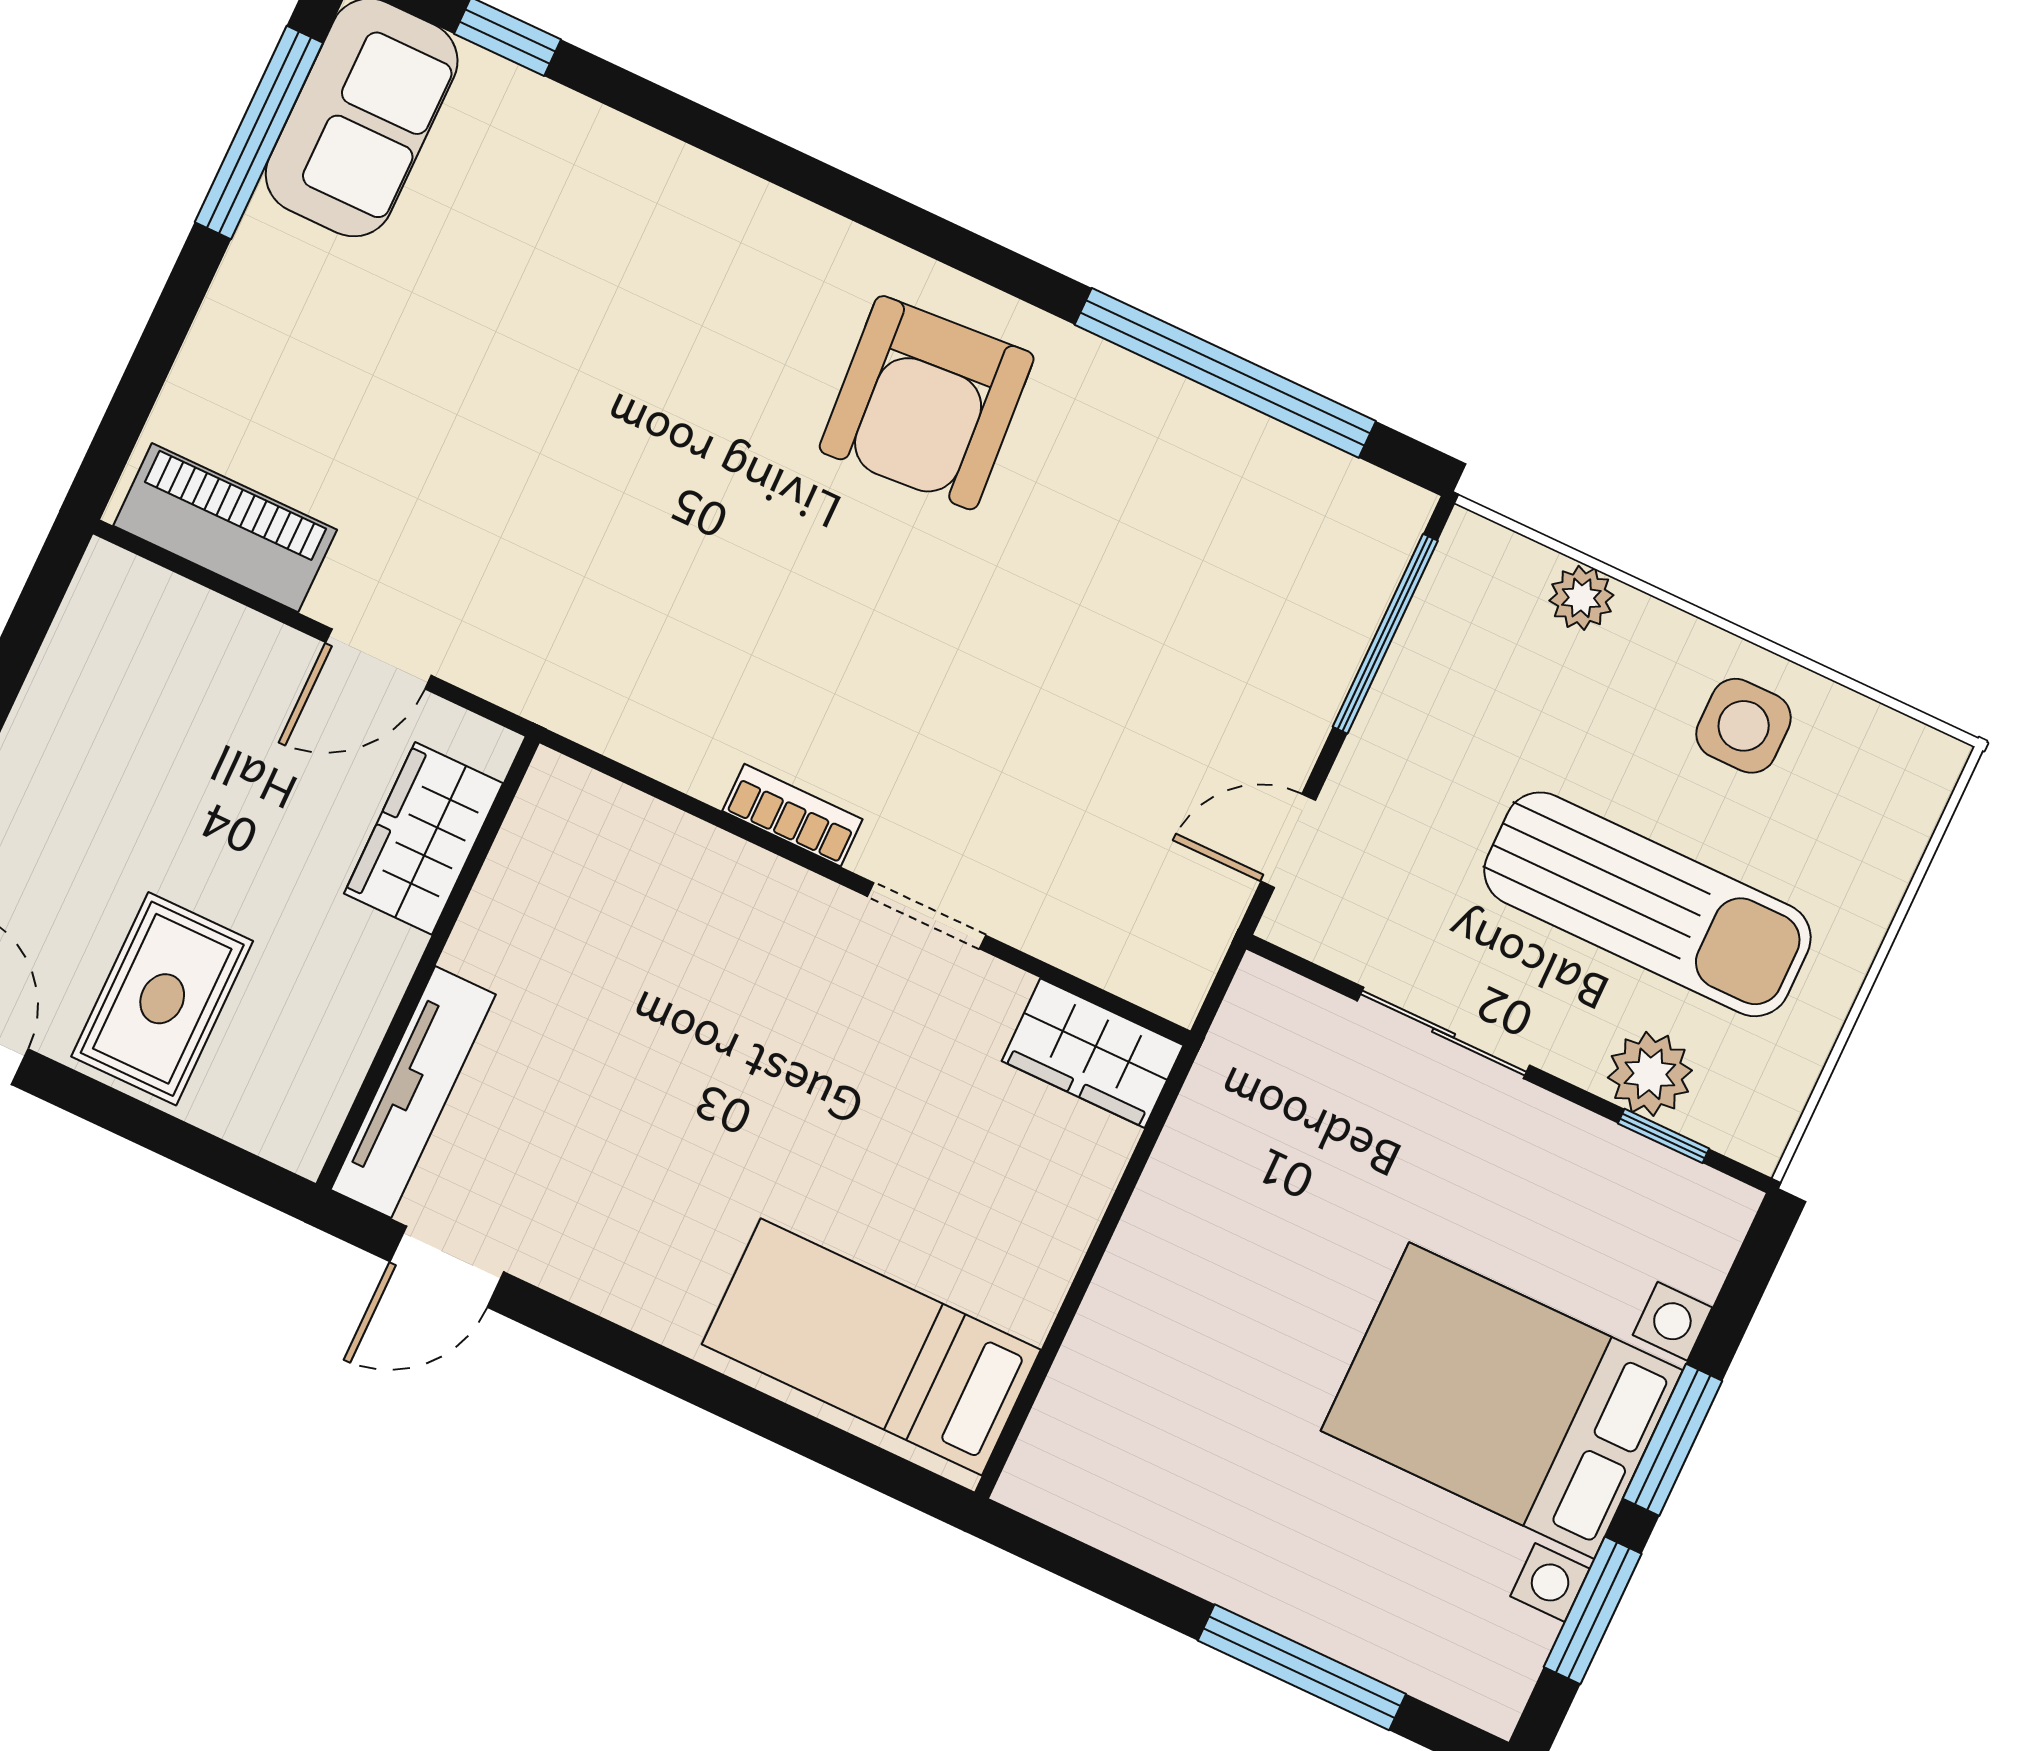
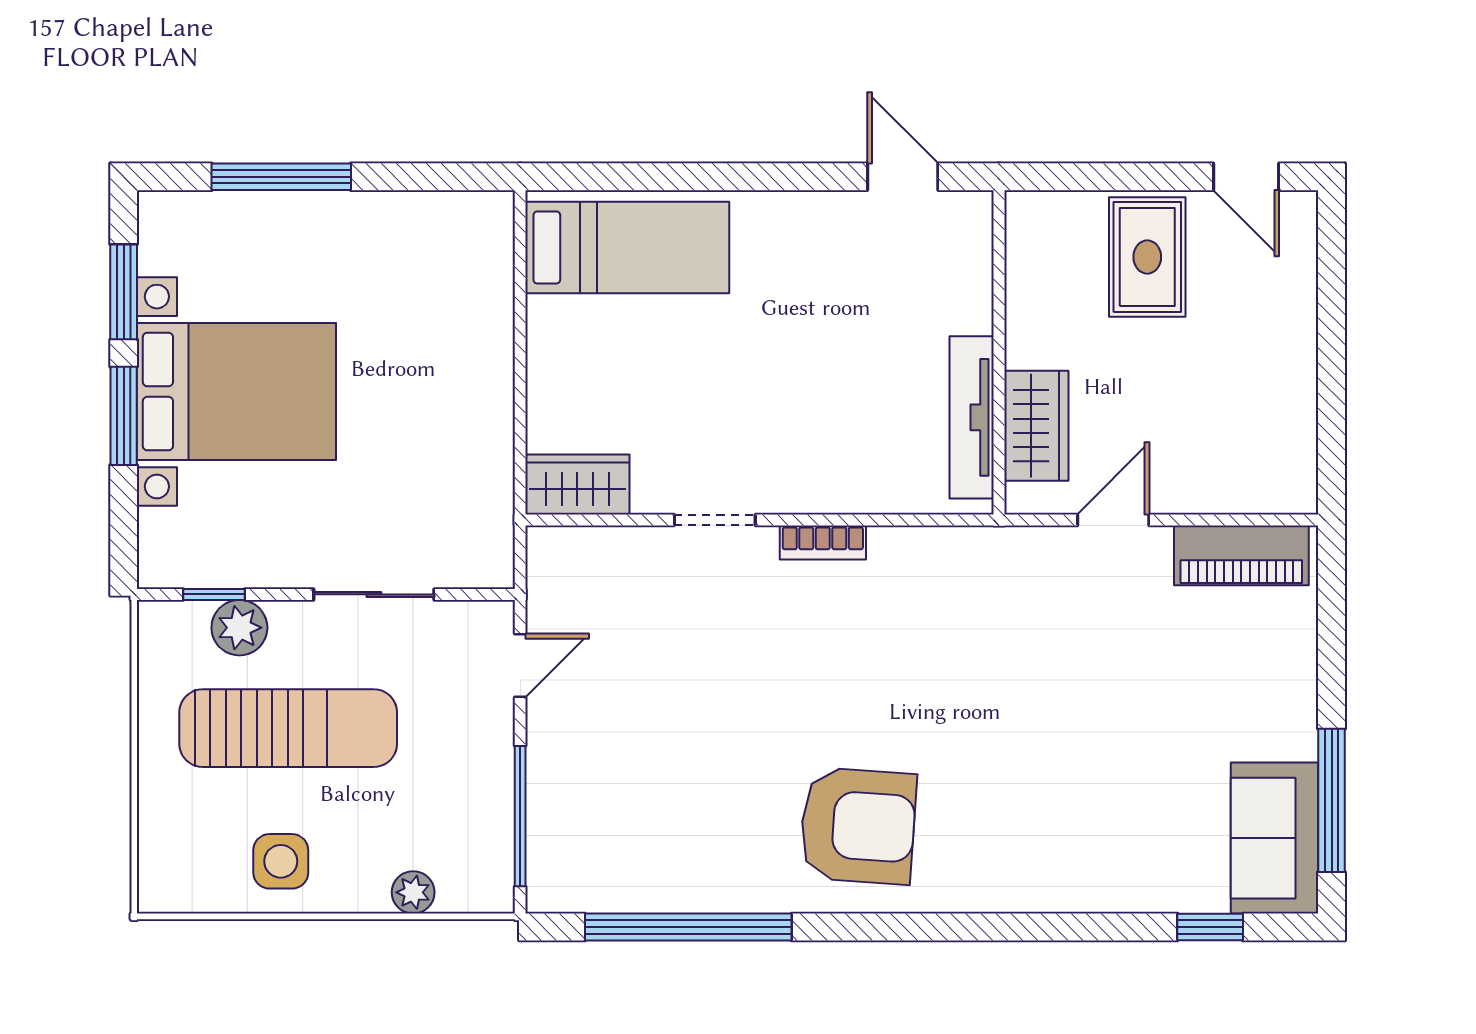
armchair: (927, 403) -> (858, 826), turned 98
sun lounger: (1647, 904) -> (288, 728), turned 180
tv unit: (413, 1092) -> (972, 417), moved
door: (447, 1267) -> (903, 177), hinge flipped

